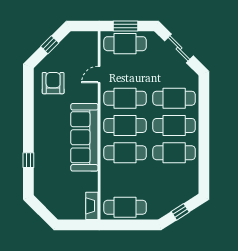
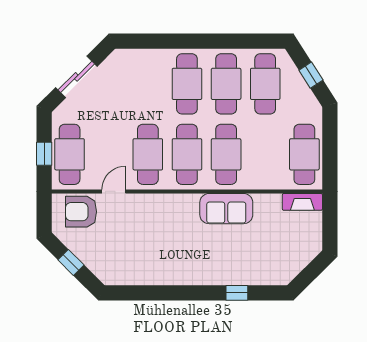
window: (125, 26) -> (44, 154), width x0.67
door: (99, 74) -> (114, 191), swing flipped
armchair: (53, 83) -> (81, 212), moved
cafe table: (174, 98) -> (265, 84), moved
sofa: (84, 137) -> (226, 209), width x0.54, depth x0.79

